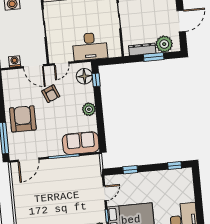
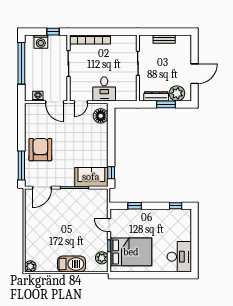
desk: (90, 46) -> (104, 89), width x0.73
window: (96, 80) -> (111, 173), moved
armchair: (51, 94) -> (68, 129), removed
plant: (89, 109) -> (102, 147), removed
door: (105, 193) -> (109, 225), swing flipped

